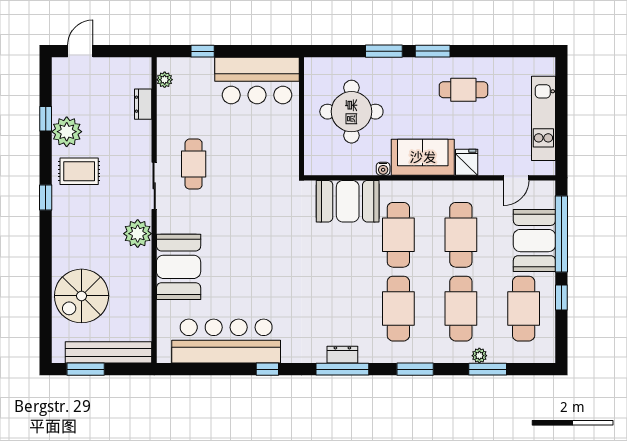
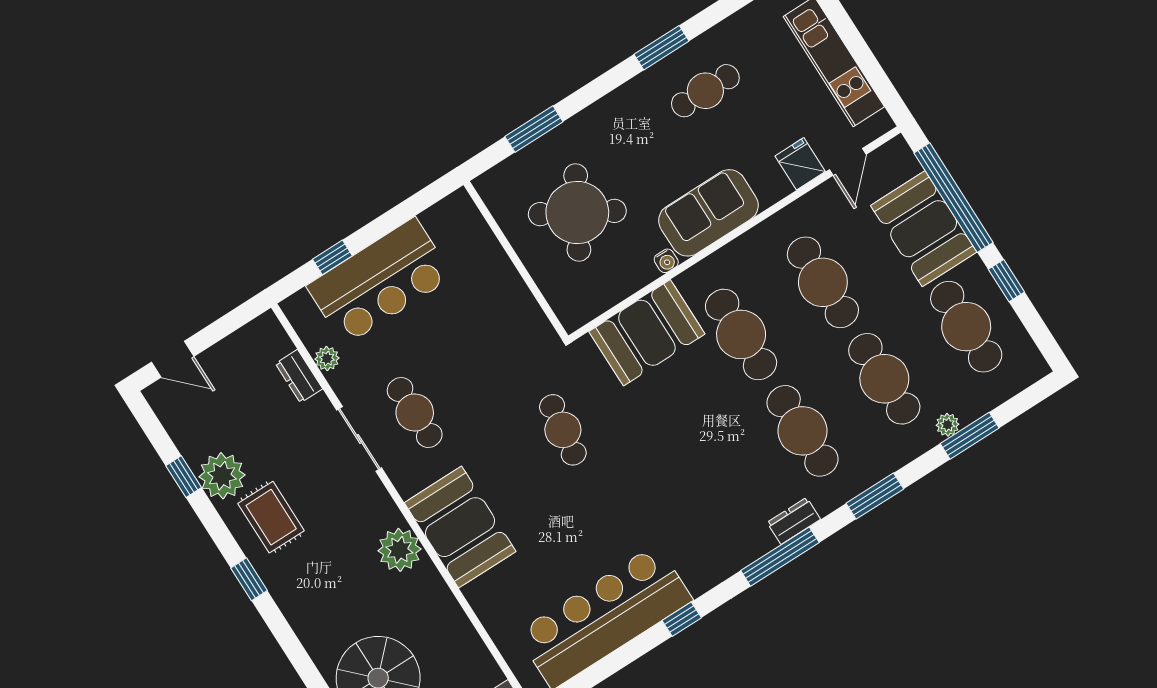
door: (80, 51) -> (173, 359), swing flipped
window: (384, 51) -> (534, 129), moved
window: (433, 51) -> (662, 48), moved
plant: (165, 80) -> (327, 358), moved
bar counter: (257, 81) -> (380, 281), moved
round table: (351, 112) -> (577, 212), turned 30
fridge: (467, 162) -> (800, 164), moved
rug: (79, 171) -> (271, 517), turned 90
sliding door: (154, 186) -> (359, 439), moved
cafe table: (268, 225) -> (563, 430), added
booth: (179, 267) -> (460, 527), moved
dresser: (342, 355) -> (794, 521), moved

